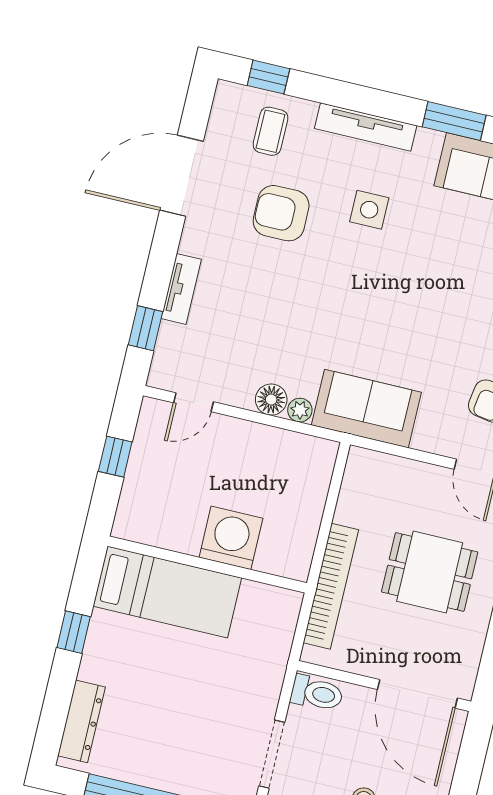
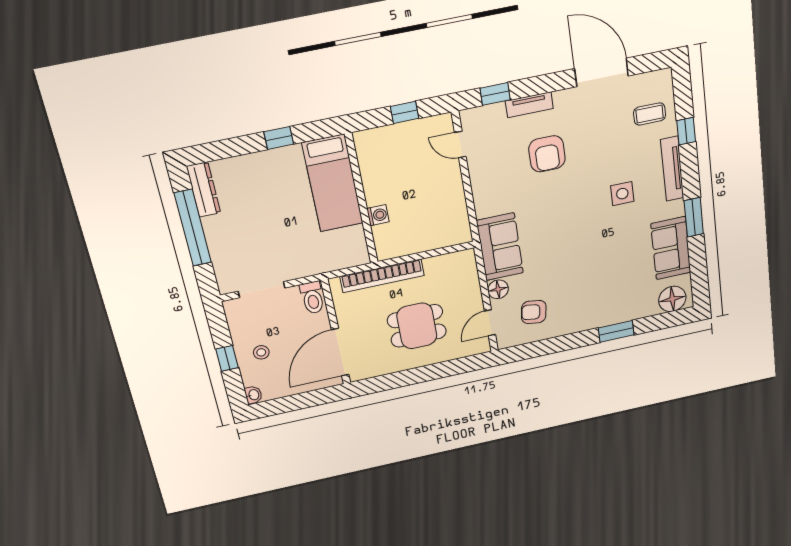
window: (268, 77) -> (686, 131), moved
armchair: (281, 213) -> (547, 154), moved, turned 180
floor lamp: (271, 400) -> (498, 289), moved
plant: (300, 410) -> (483, 209), removed
washing machine: (231, 538) -> (378, 215), width x0.53, depth x0.53
dining table: (430, 572) -> (417, 326), turned 90
dresser: (82, 721) -> (203, 190), moved, turned -90

